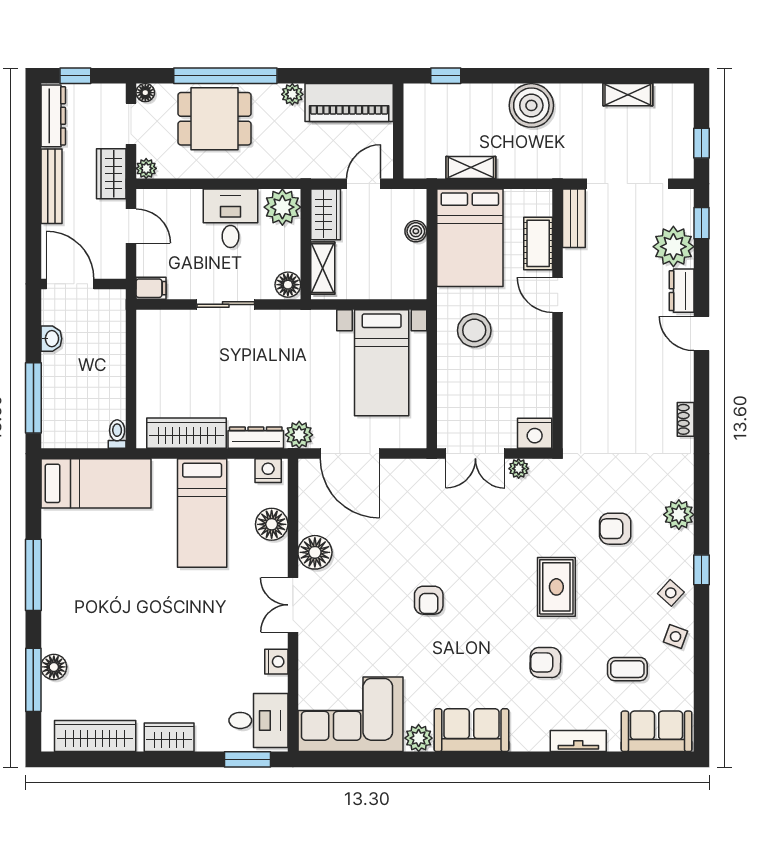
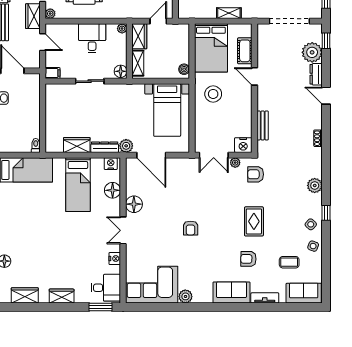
shelving: (471, 167) -> (229, 13), moved
plant: (282, 207) -> (122, 29), width x0.53, depth x0.53
bench: (574, 218) -> (263, 125), moved
boiler: (416, 231) -> (184, 69), moved
wardrobe: (187, 433) -> (77, 145), width x0.67
armchair: (615, 529) -> (256, 174), moved
sofa: (471, 730) -> (232, 293), moved
wardrobe: (95, 736) -> (25, 295), width x0.67

